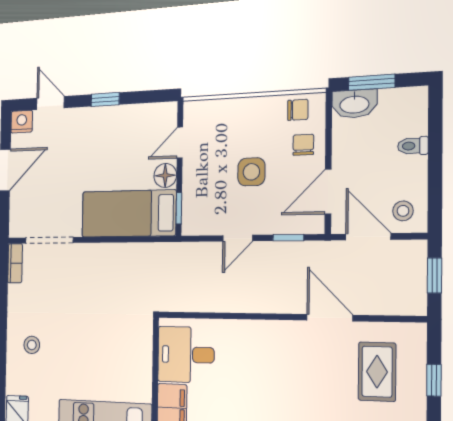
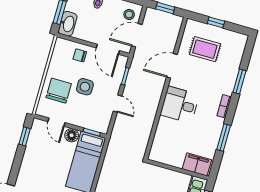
window: (105, 99) -> (25, 136), moved
chair: (298, 110) -> (59, 91), moved, width x1.87, depth x1.87
desk: (186, 355) -> (180, 105), moved, turned 90

